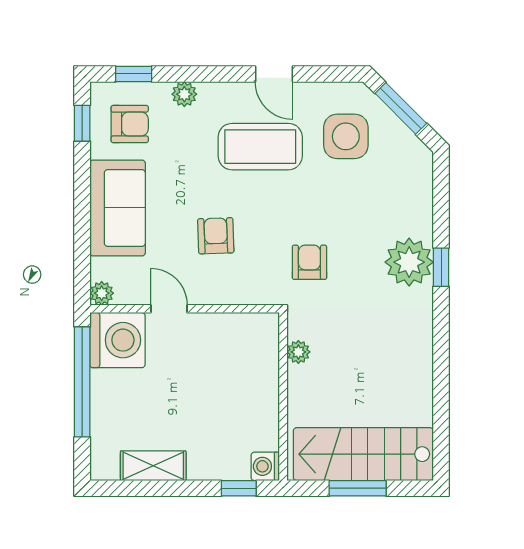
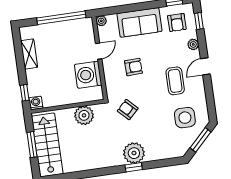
door: (274, 74) -> (205, 66), moved
coffee table: (260, 147) -> (175, 81), width x0.73, depth x0.76
armchair: (309, 262) -> (128, 110), turned -135
washing machine: (117, 340) -> (88, 75), moved, turned 90
plant: (298, 352) -> (84, 115), width x1.88, depth x1.88

